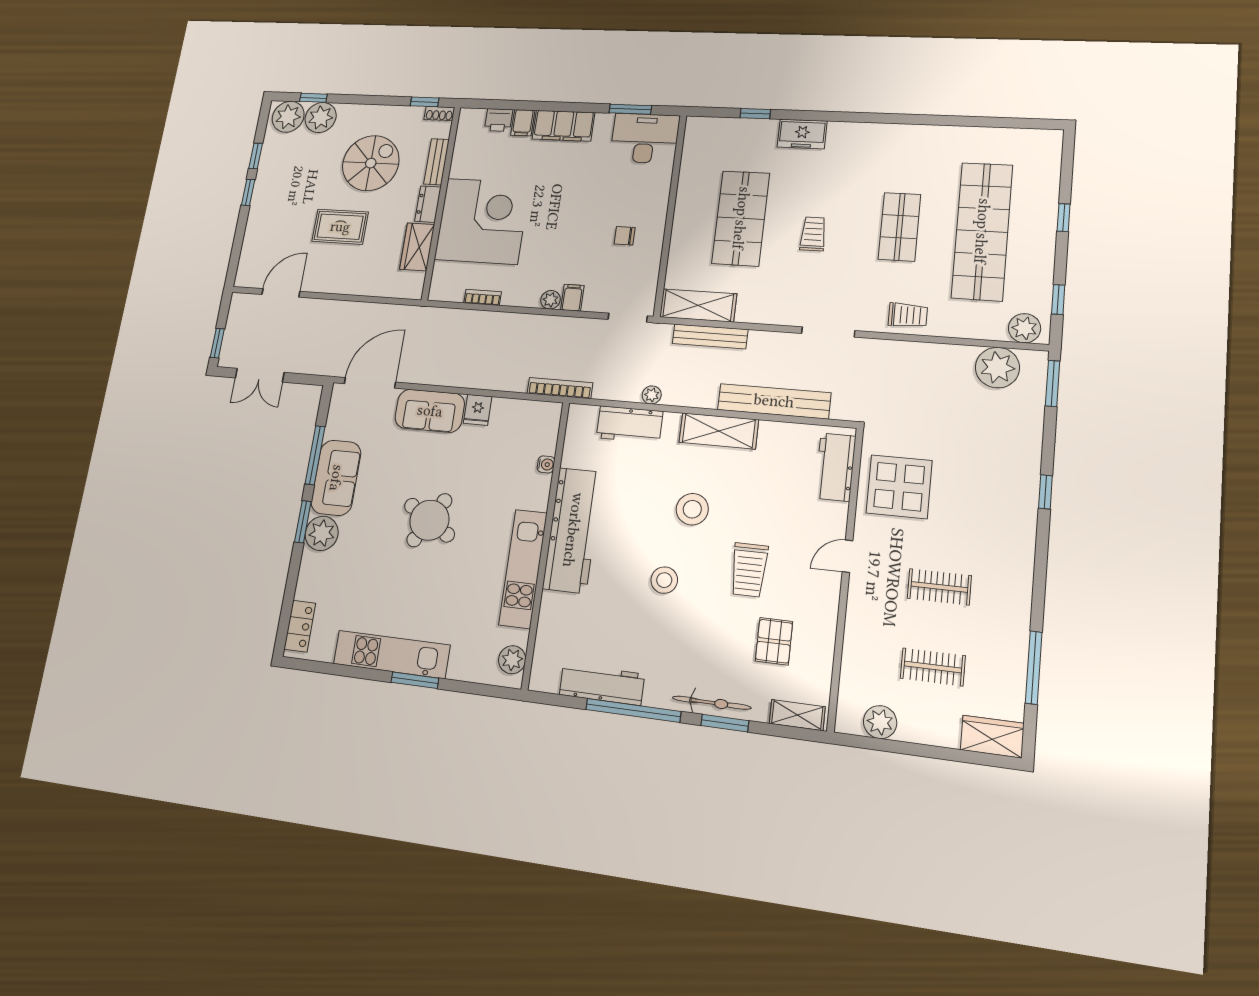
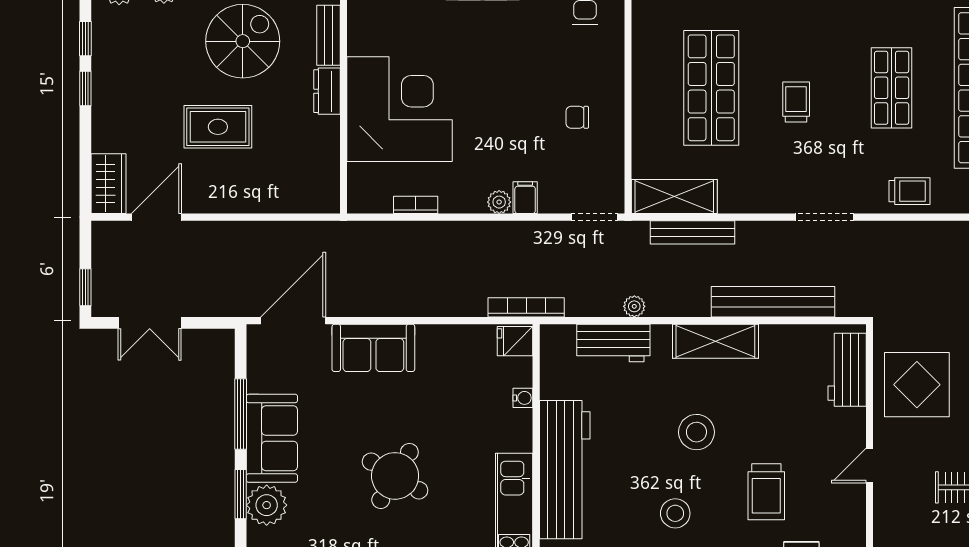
wardrobe: (417, 247) -> (109, 184), moved, turned 180
fridge: (478, 410) -> (515, 341), moved, turned 90

